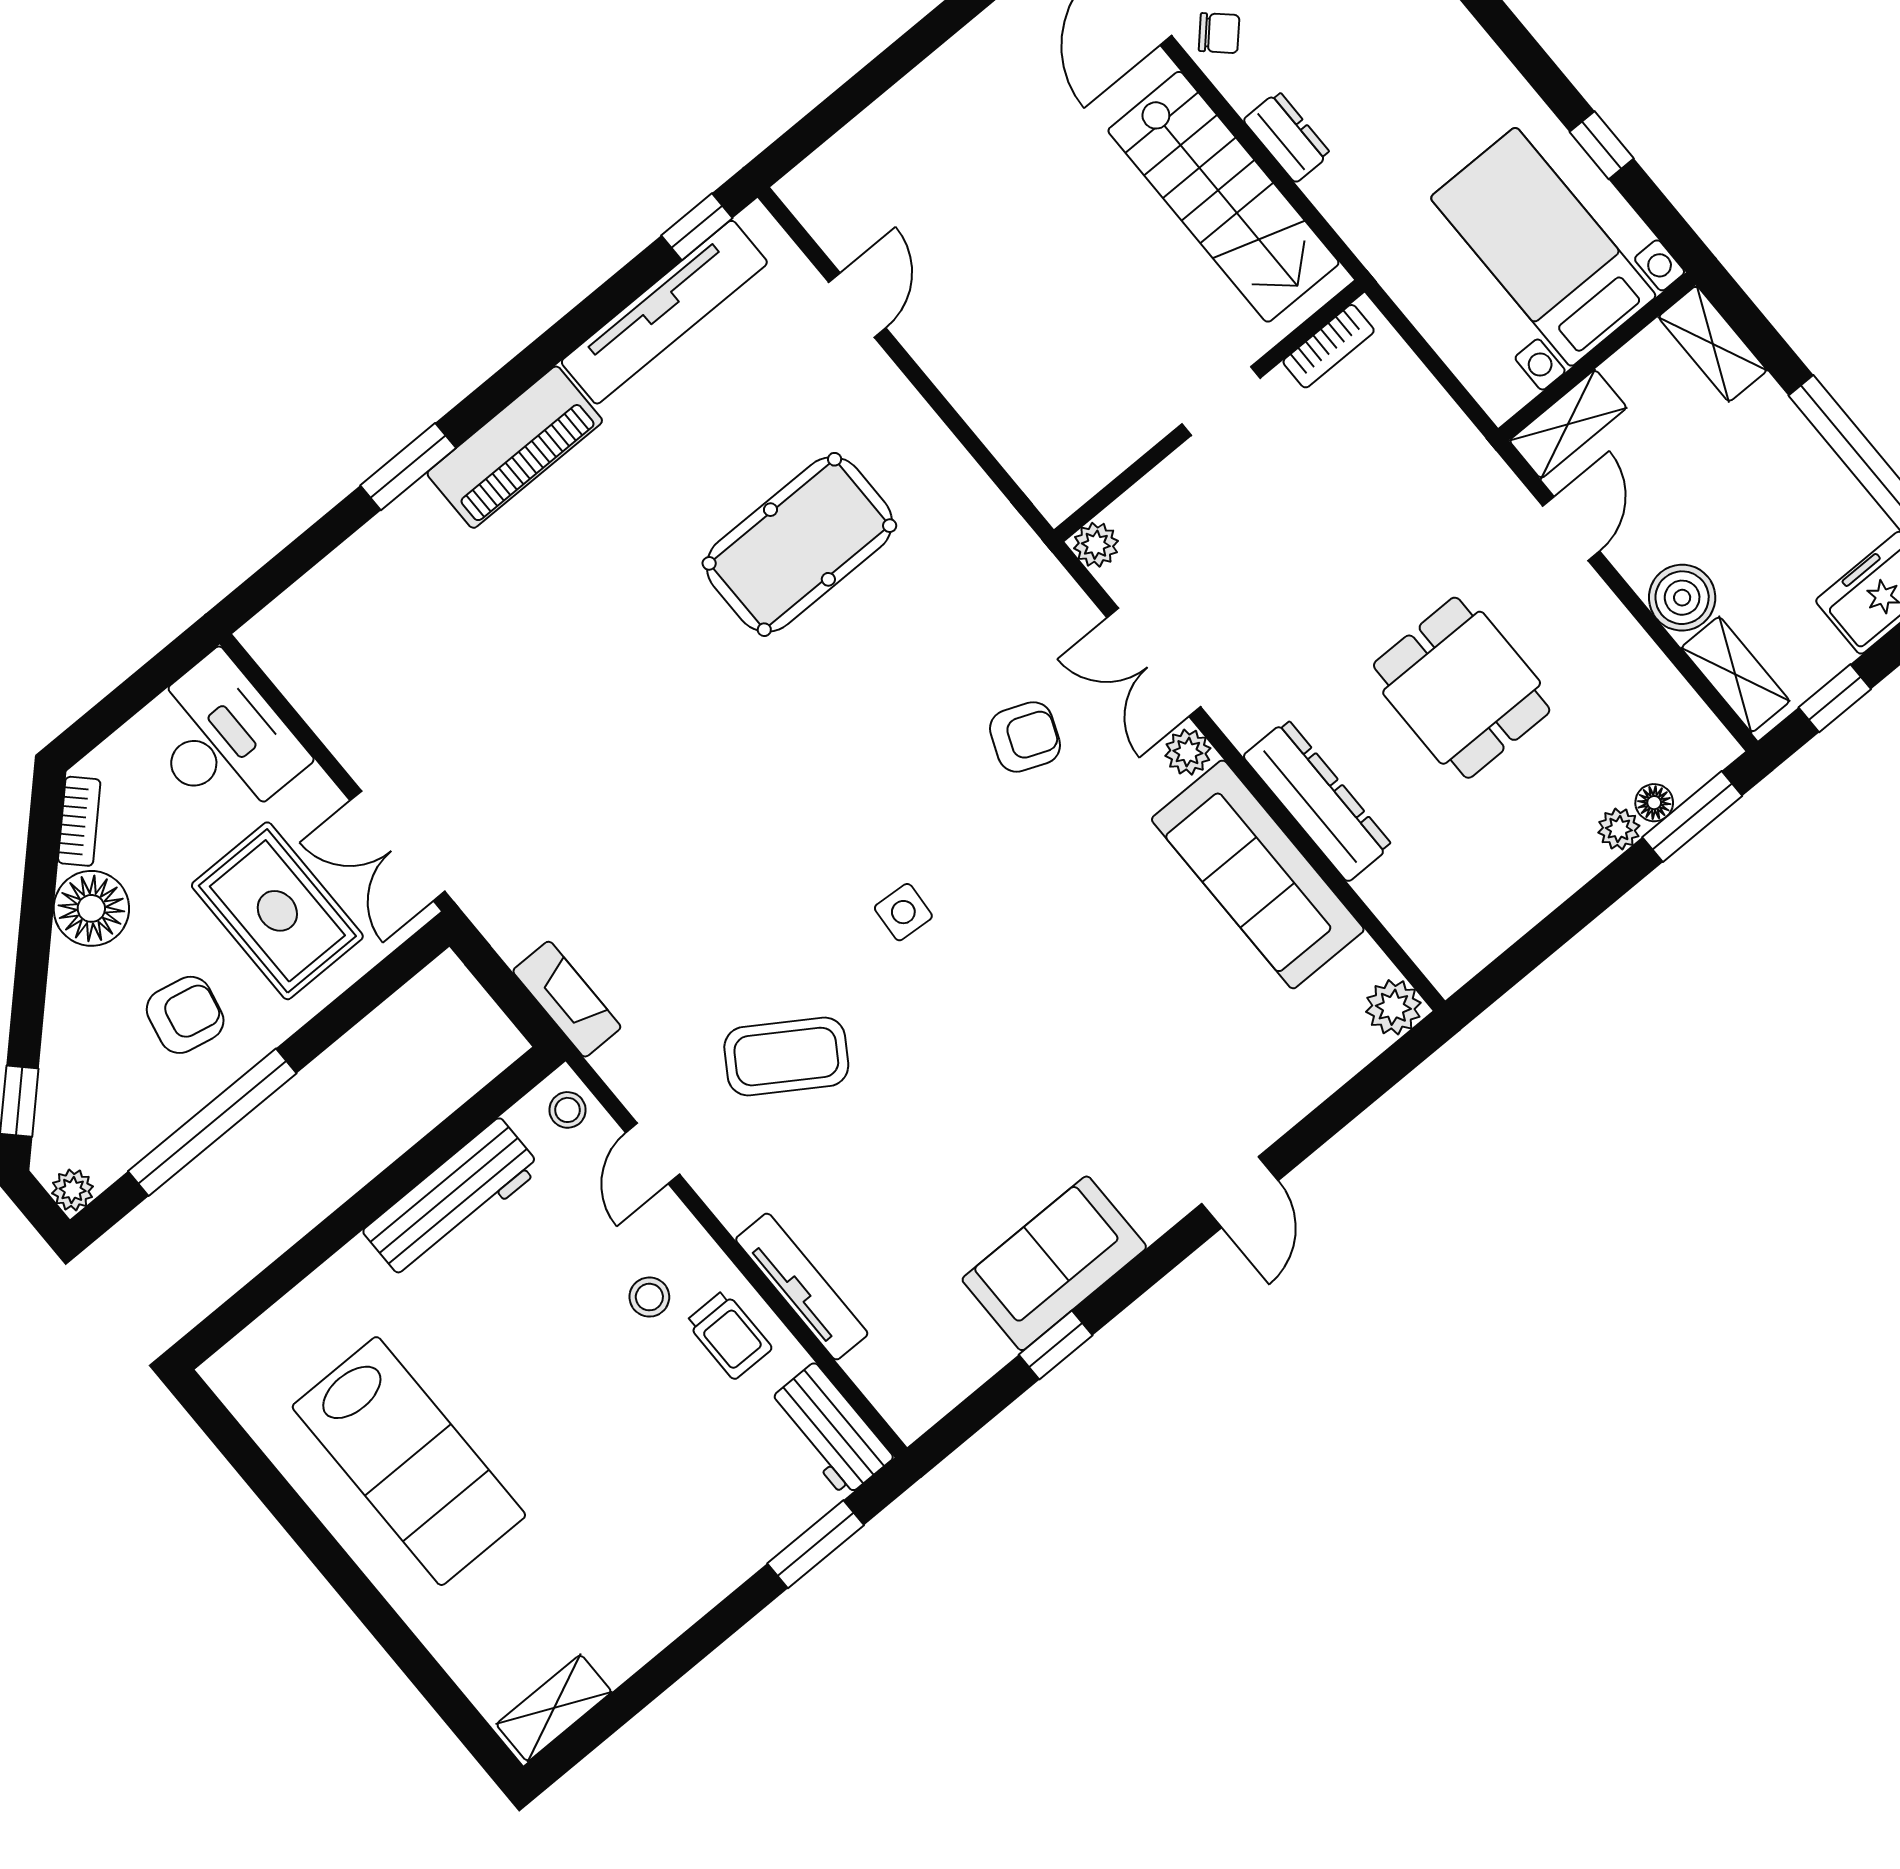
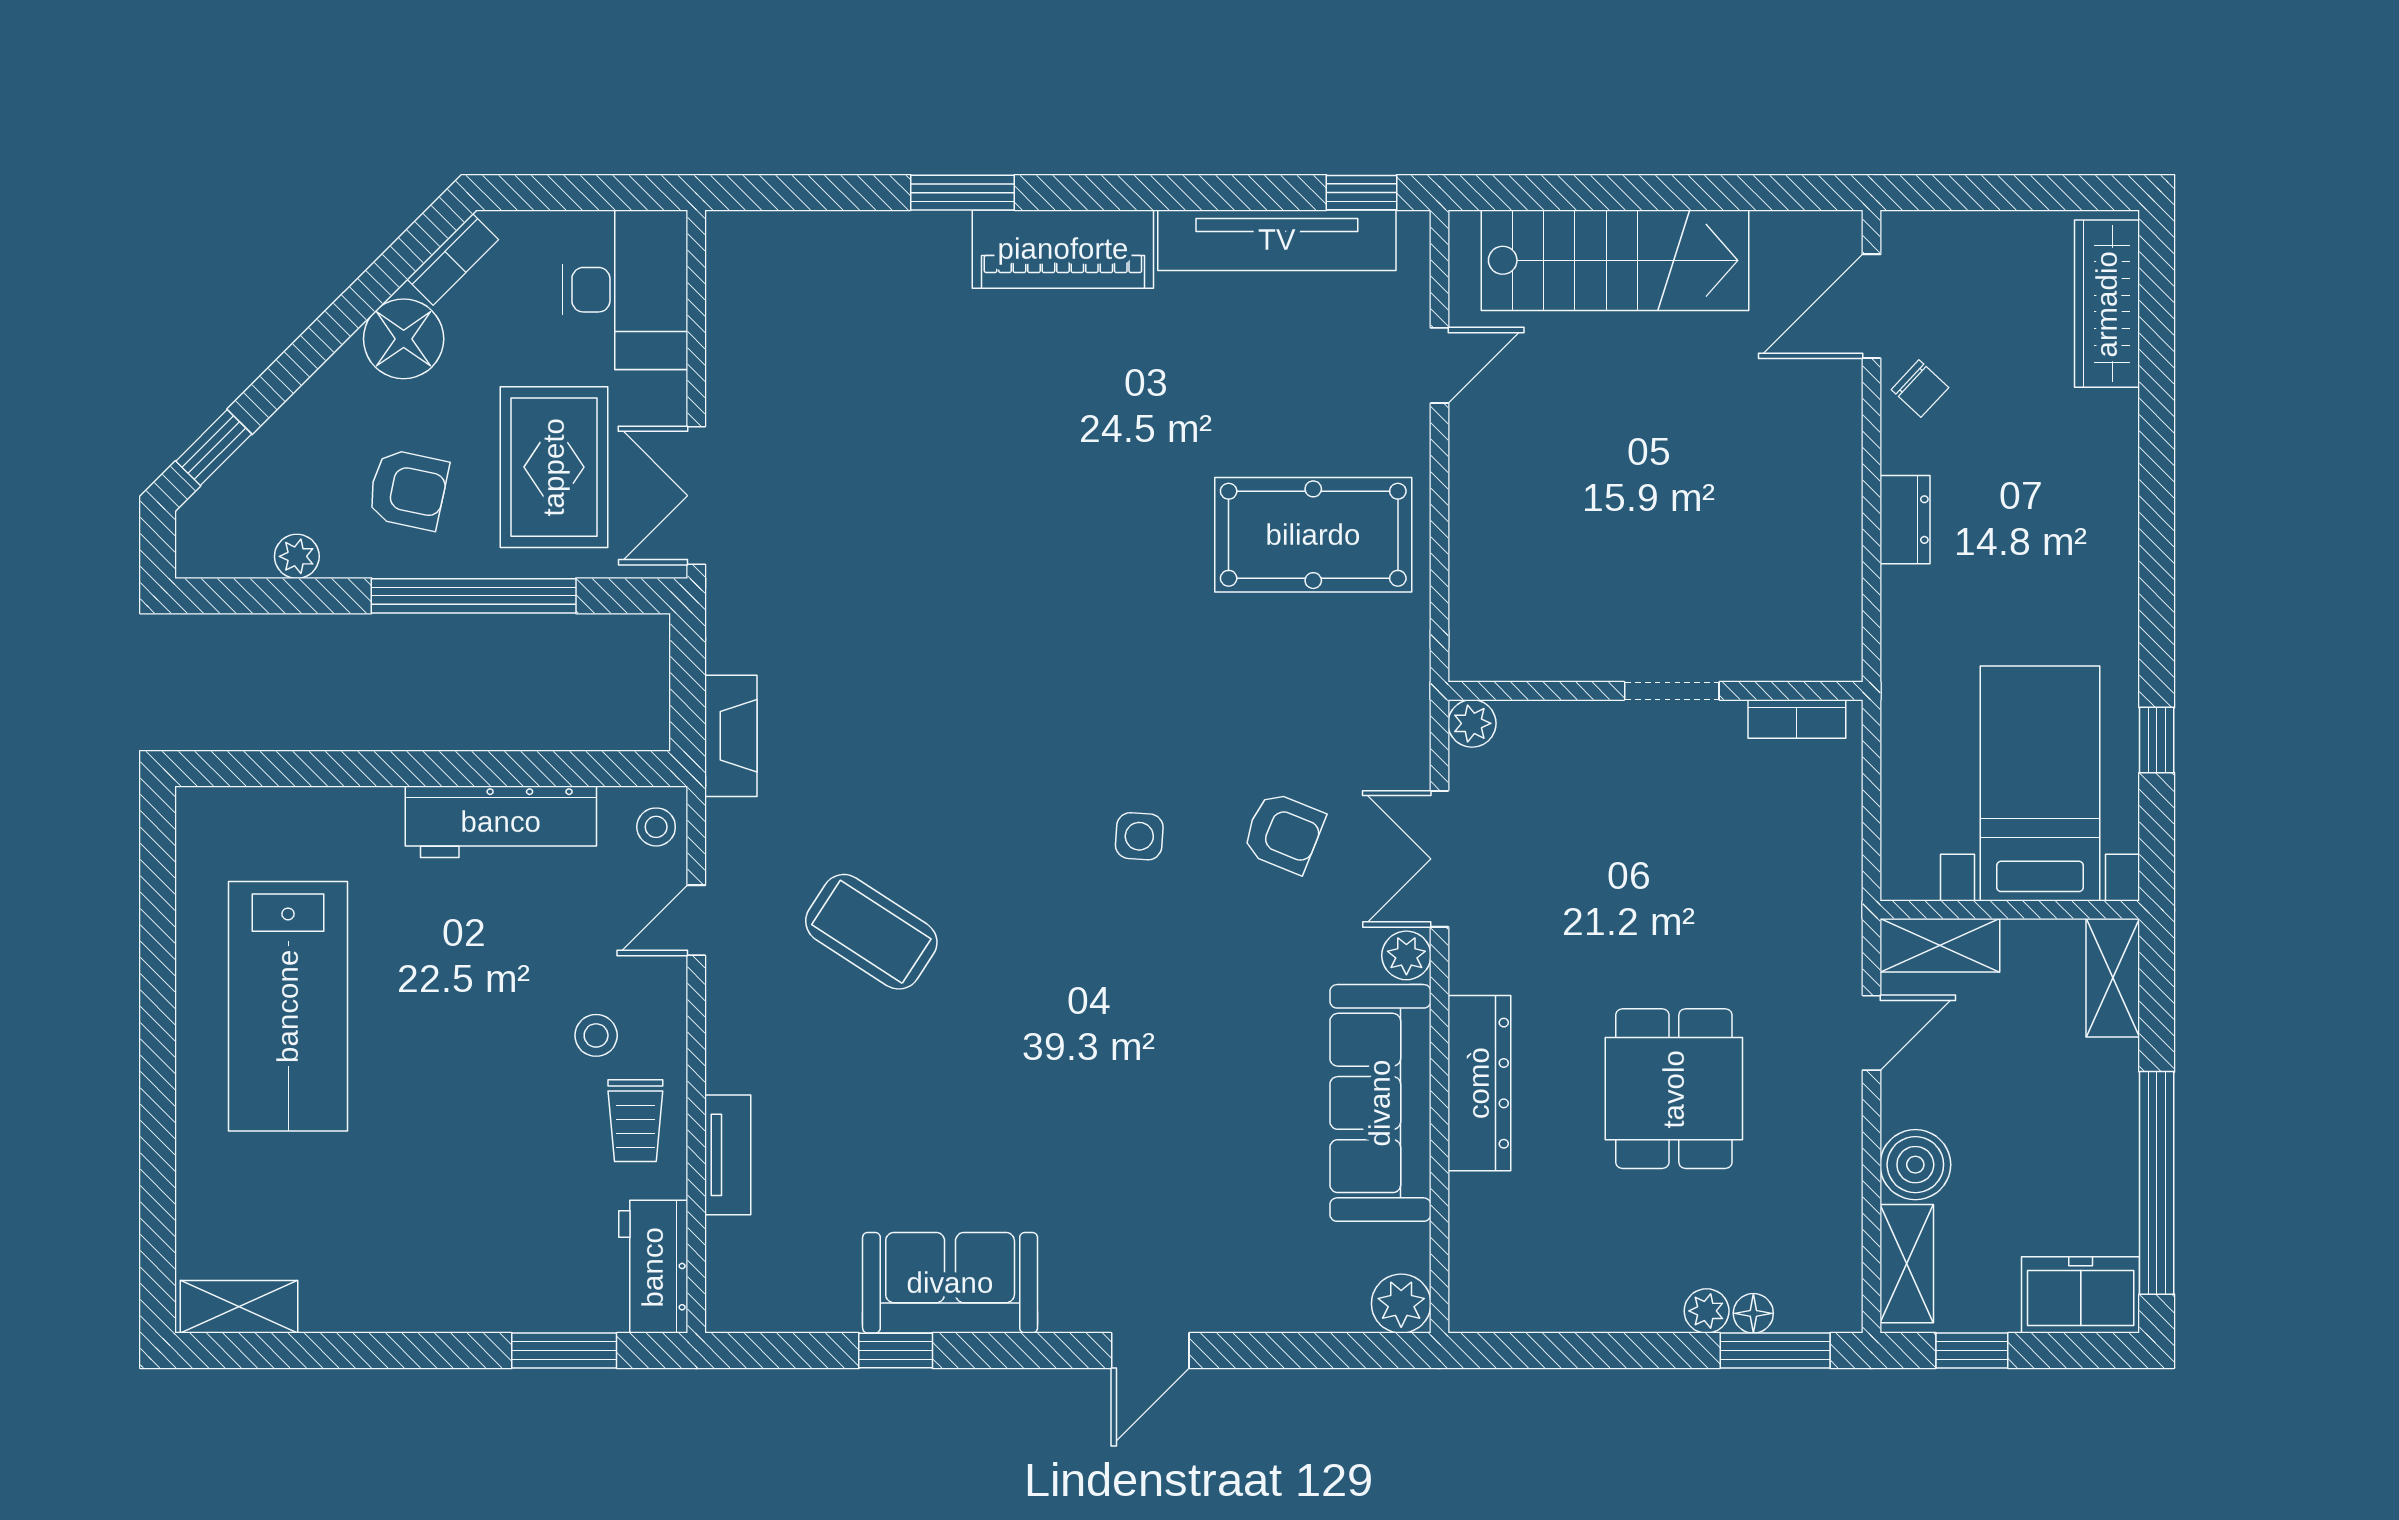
stairs: (1223, 197) -> (1615, 260), moved, turned -90
pool table: (799, 544) -> (1313, 535), moved
side table: (903, 912) -> (1139, 836), moved
window: (212, 1122) -> (474, 596), moved
plant: (73, 1190) -> (297, 556), moved
tv unit: (802, 1287) -> (728, 1155), width x0.71

